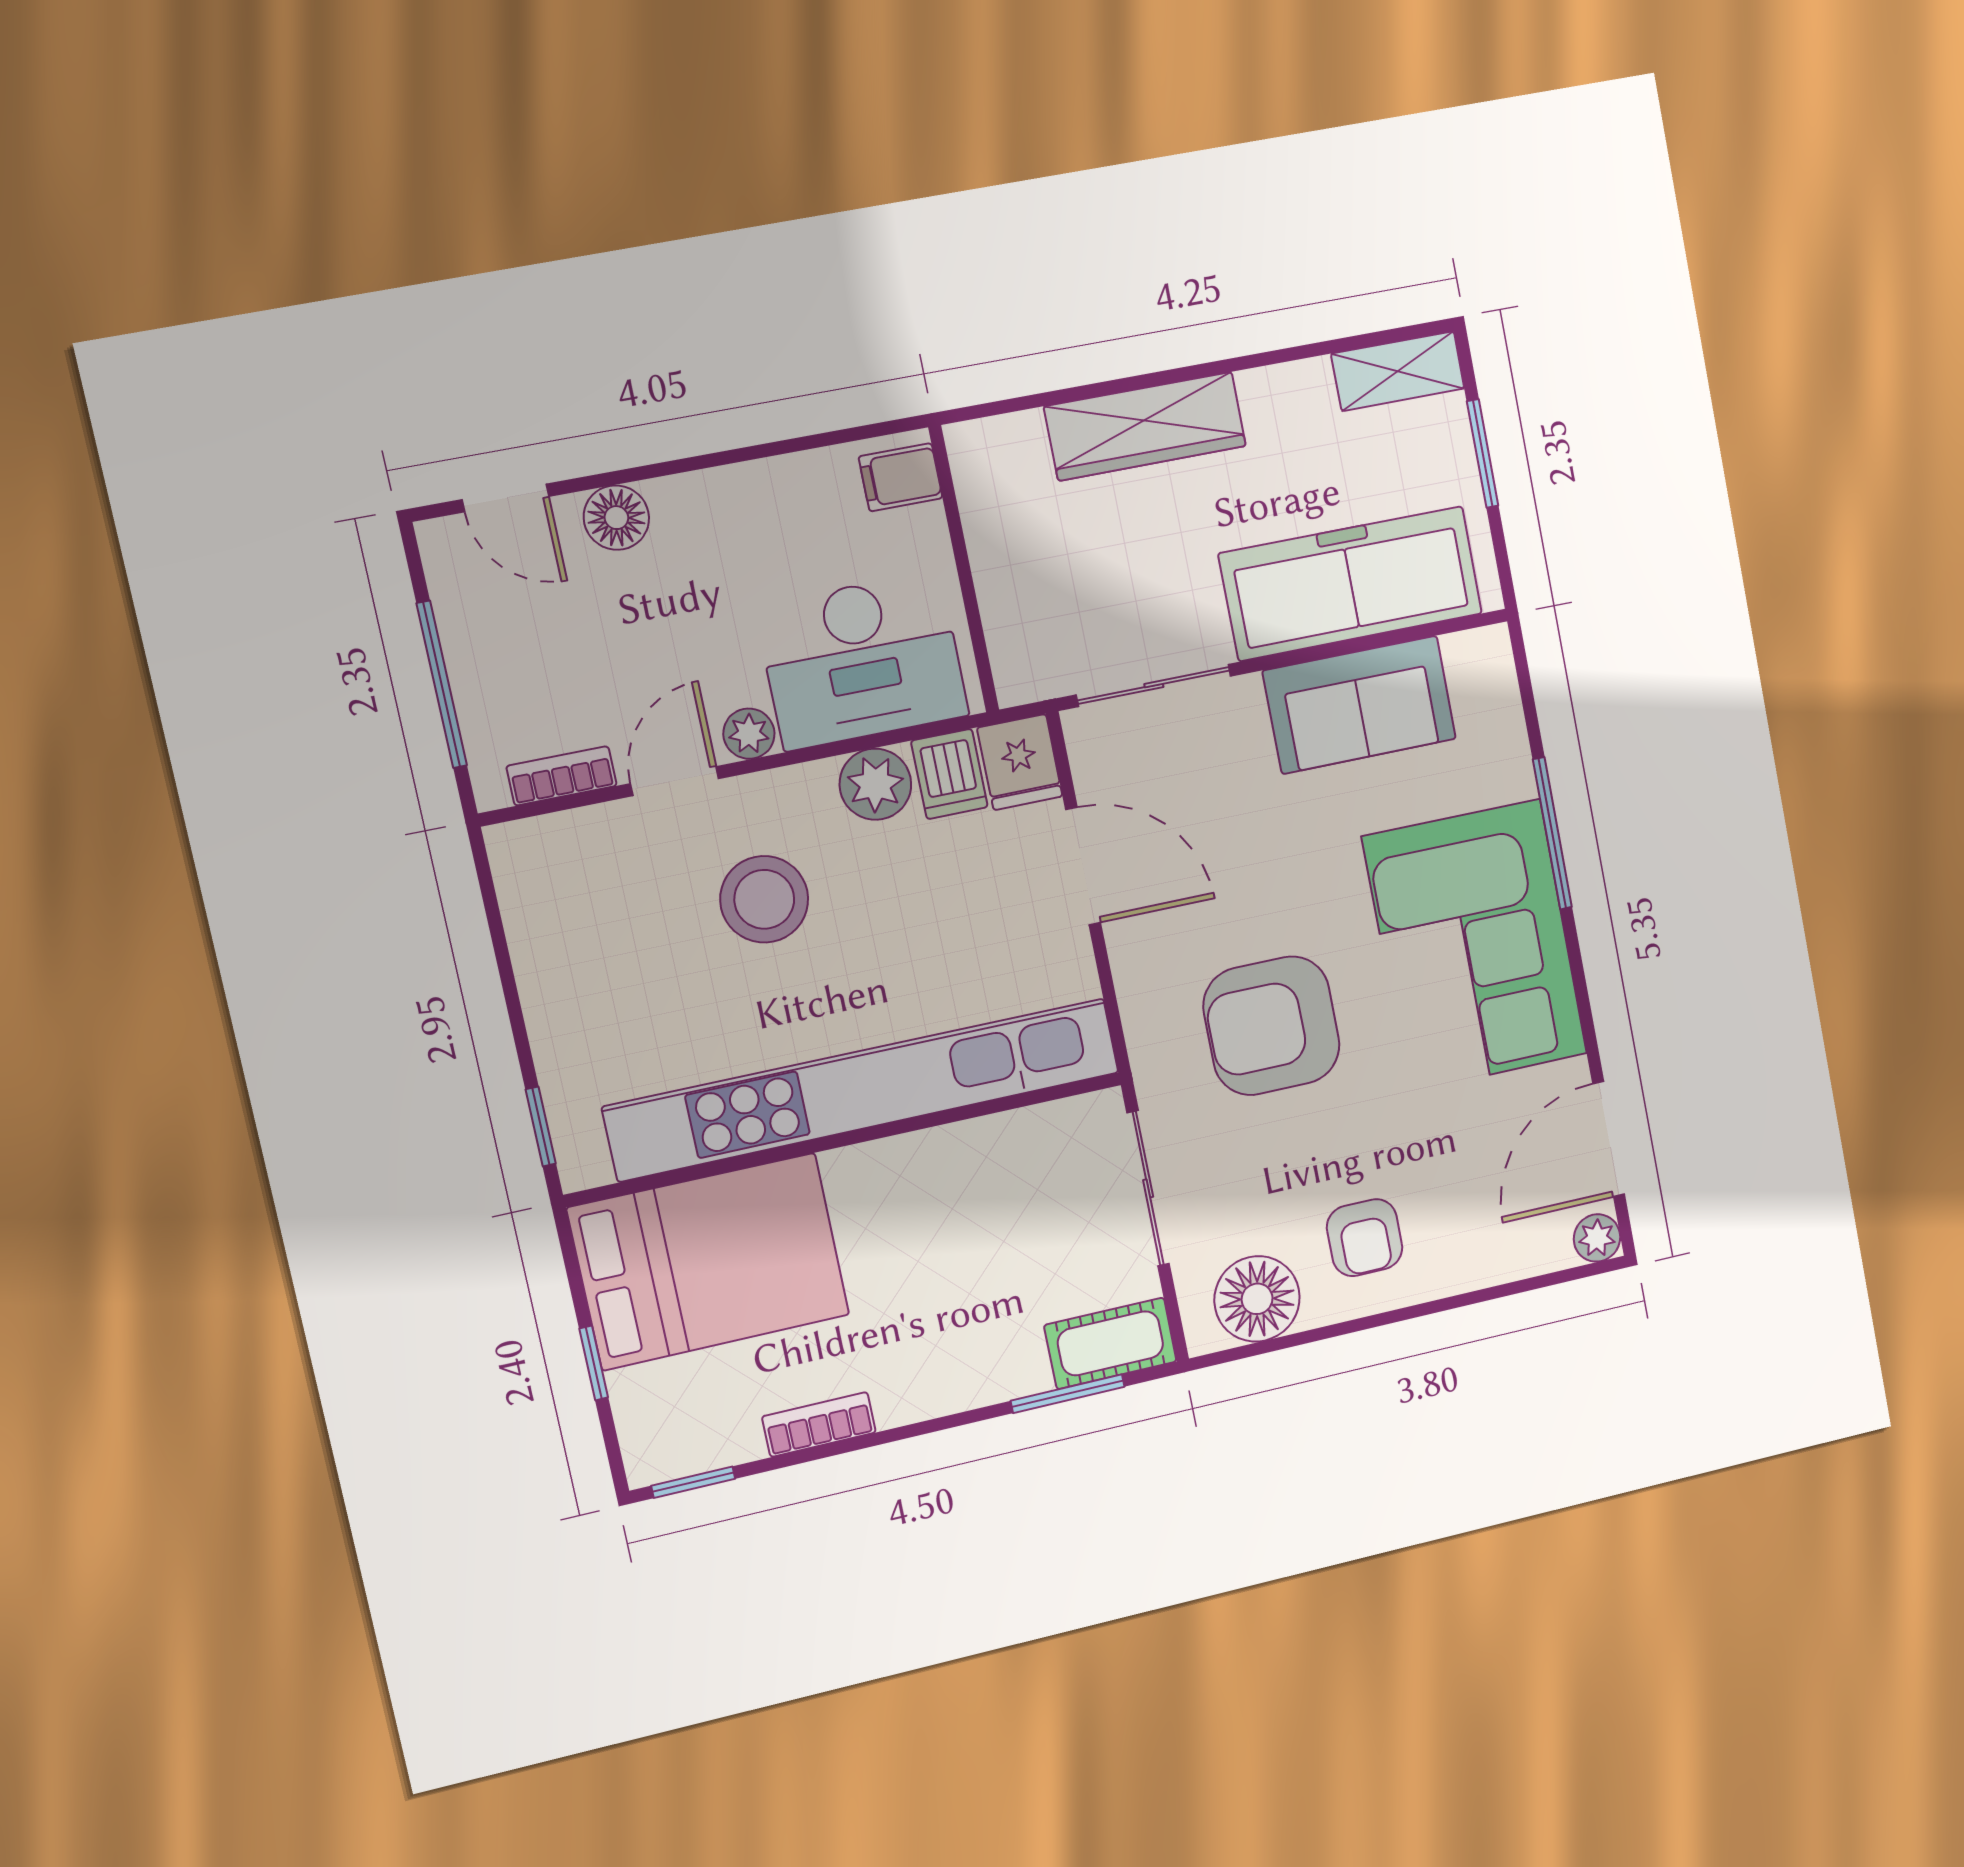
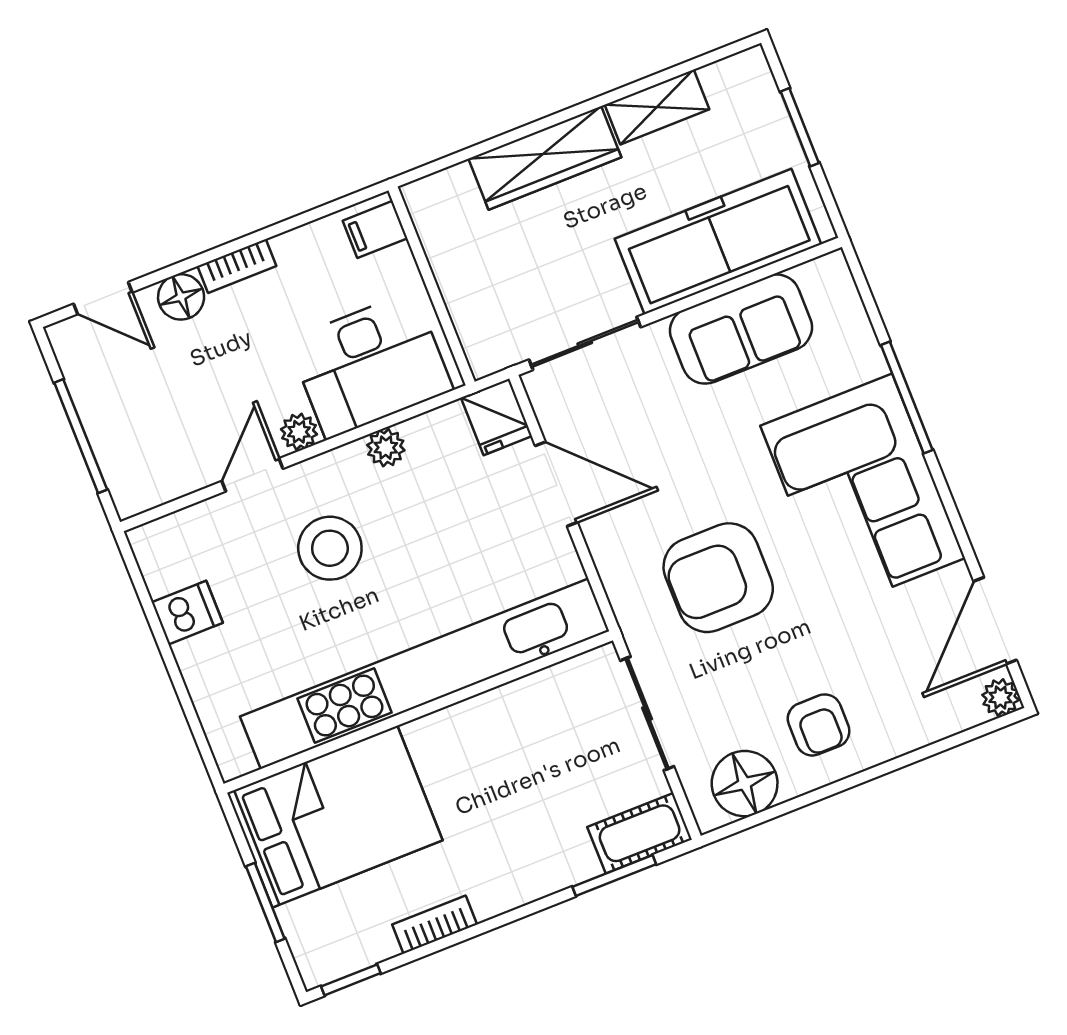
shelving: (1398, 371) -> (657, 107), moved
dishwasher: (949, 774) -> (187, 613), moved, turned -90
bookcase: (562, 776) -> (237, 266), moved, turned 180
plant: (875, 784) -> (386, 448), width x0.73, depth x0.73
window: (541, 1126) -> (200, 737), removed
window: (594, 1363) -> (265, 903), width x1.50

